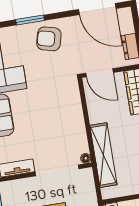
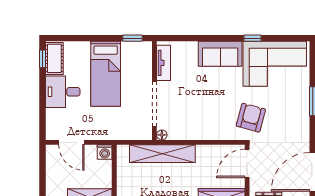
armchair: (49, 39) -> (251, 118), moved

